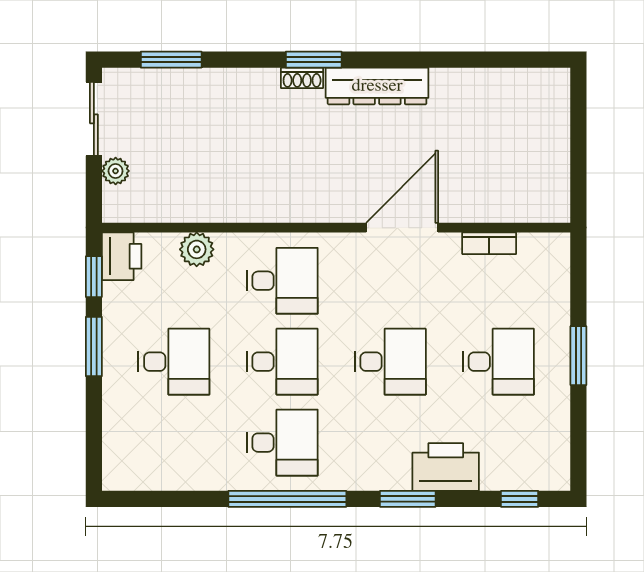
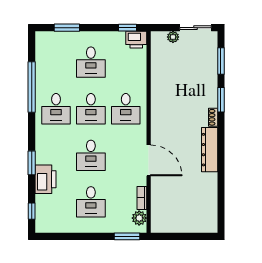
window: (314, 60) -> (221, 100), moved
plant: (197, 249) -> (139, 218), moved
window: (94, 346) -> (67, 28), moved
window: (578, 356) -> (127, 236), moved
window: (287, 499) -> (32, 87), moved

